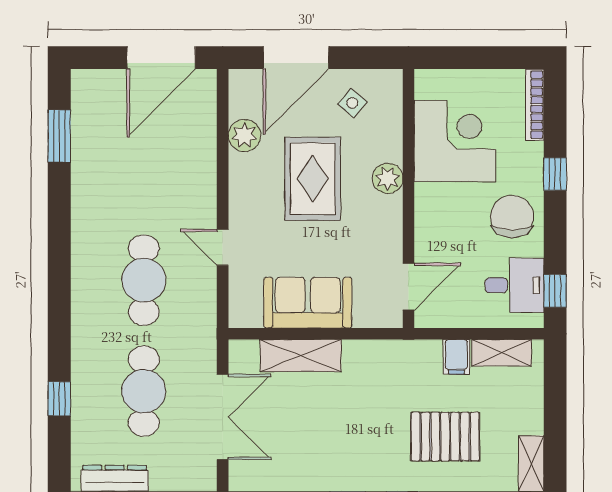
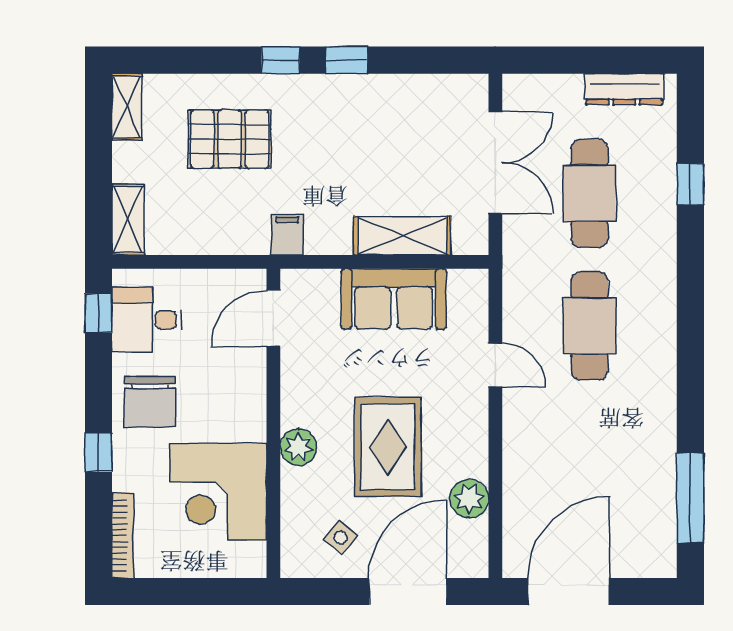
window: (59, 136) -> (690, 498), width x1.44
shelving: (502, 353) -> (128, 220), moved, turned 90
filing cabinet: (456, 357) -> (287, 234), moved
double door: (223, 417) -> (495, 163), swing flipped

